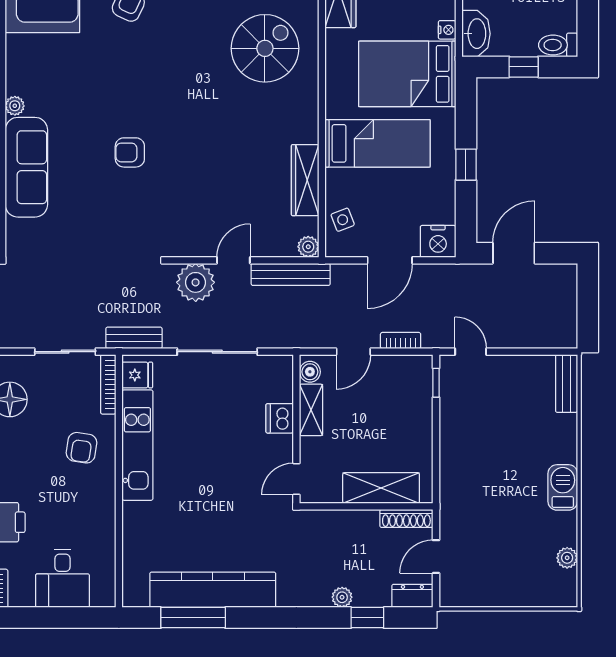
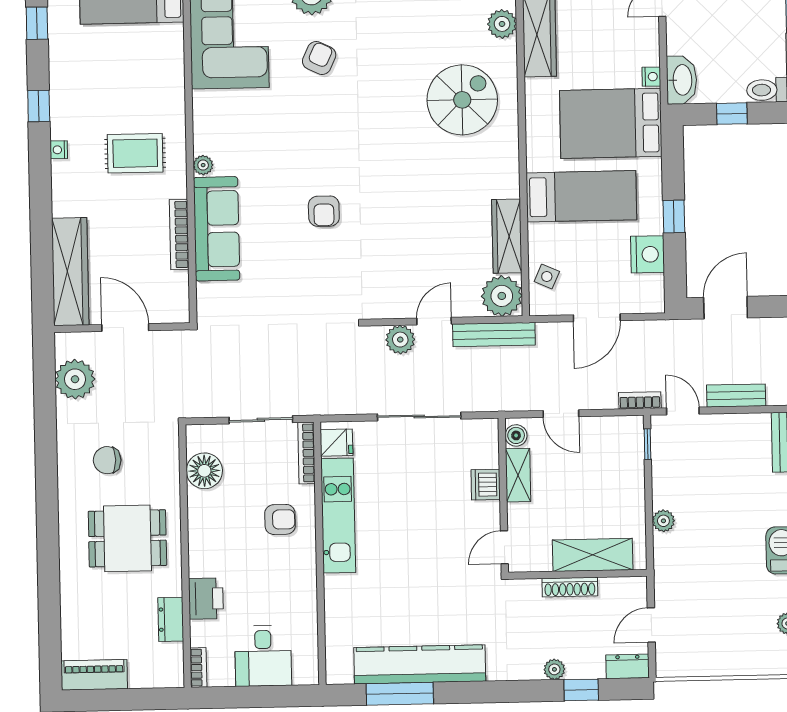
armchair: (130, 152) -> (324, 211), turned -90
side table: (343, 220) -> (547, 276), turned 45
nightstand: (438, 241) -> (648, 254), moved, turned -90
plant: (308, 247) -> (502, 296), width x1.87, depth x1.87
plant: (196, 282) -> (400, 340), width x0.73, depth x0.73
bench: (134, 338) -> (736, 396), moved
bookcase: (401, 341) -> (640, 400), moved
door: (353, 352) -> (561, 414), hinge flipped
armchair: (82, 448) -> (280, 519), turned -99
plant: (450, 457) -> (663, 521), added
shoe rack: (406, 518) -> (570, 587), moved

